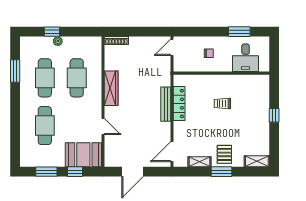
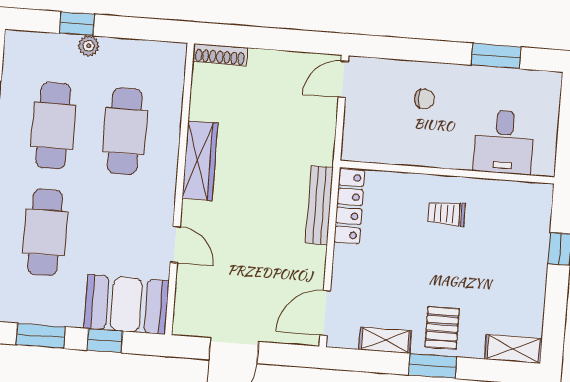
desk: (246, 58) -> (504, 142), moved
wall: (221, 73) -> (447, 172), moved

